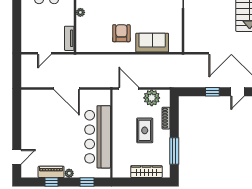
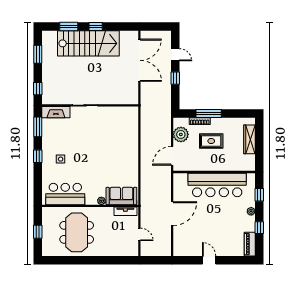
armchair: (121, 33) -> (121, 163), removed
sofa: (152, 43) -> (121, 196), moved, turned 90
window: (174, 151) -> (209, 114), moved
door: (17, 157) -> (209, 260), moved
piano: (51, 172) -> (250, 244), moved

